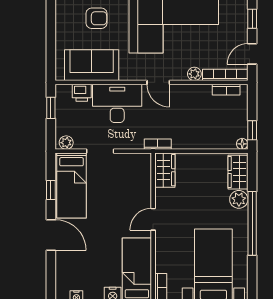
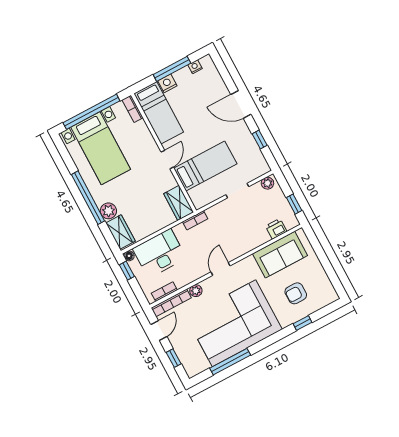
door: (158, 82) -> (221, 269), hinge flipped
desk: (117, 103) -> (159, 253), moved, turned 180
bed: (72, 186) -> (205, 166), moved, turned 90

